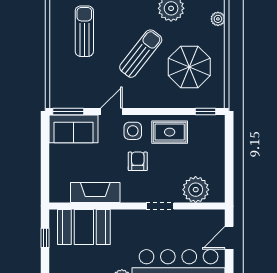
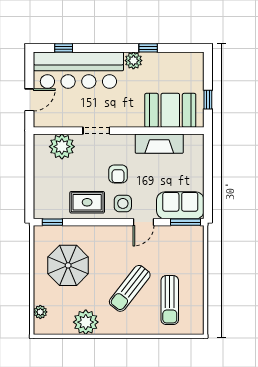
sun lounger: (141, 54) -> (130, 288), moved

